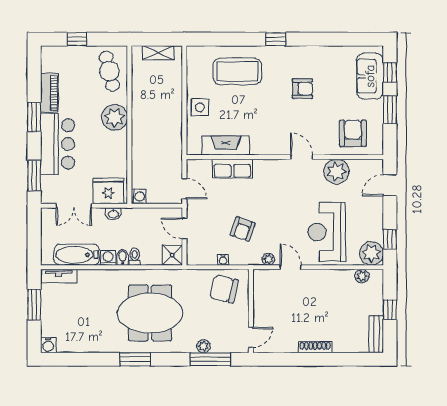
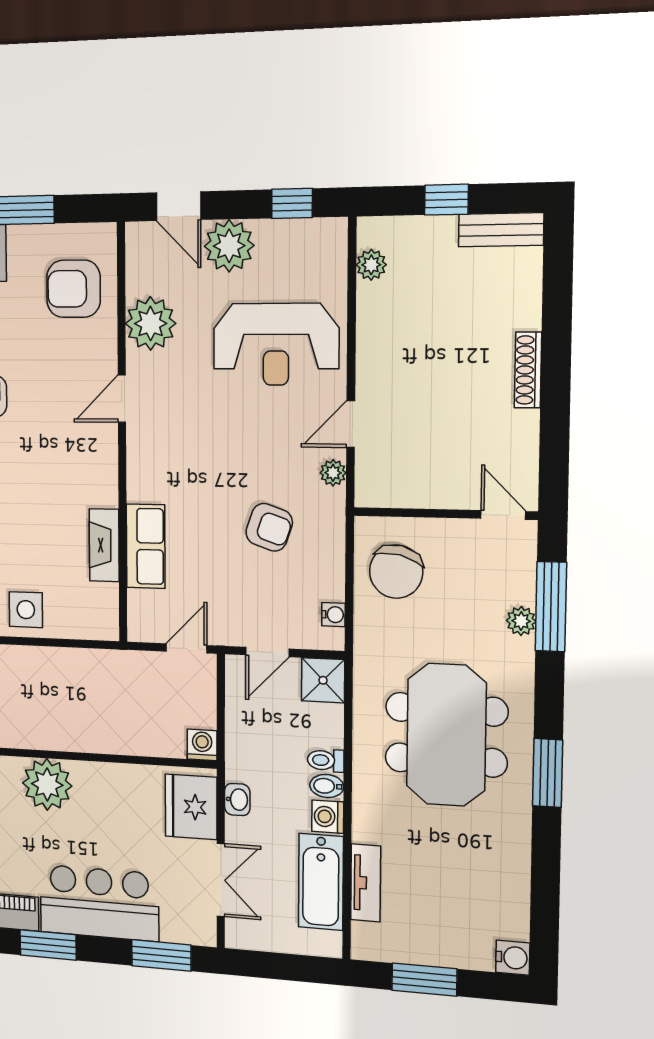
fireplace: (226, 145) -> (104, 545), width x0.73, depth x0.76
plant: (371, 253) -> (229, 246), moved
water cooler: (223, 260) -> (333, 615), moved
tv unit: (59, 276) -> (366, 883), moved

